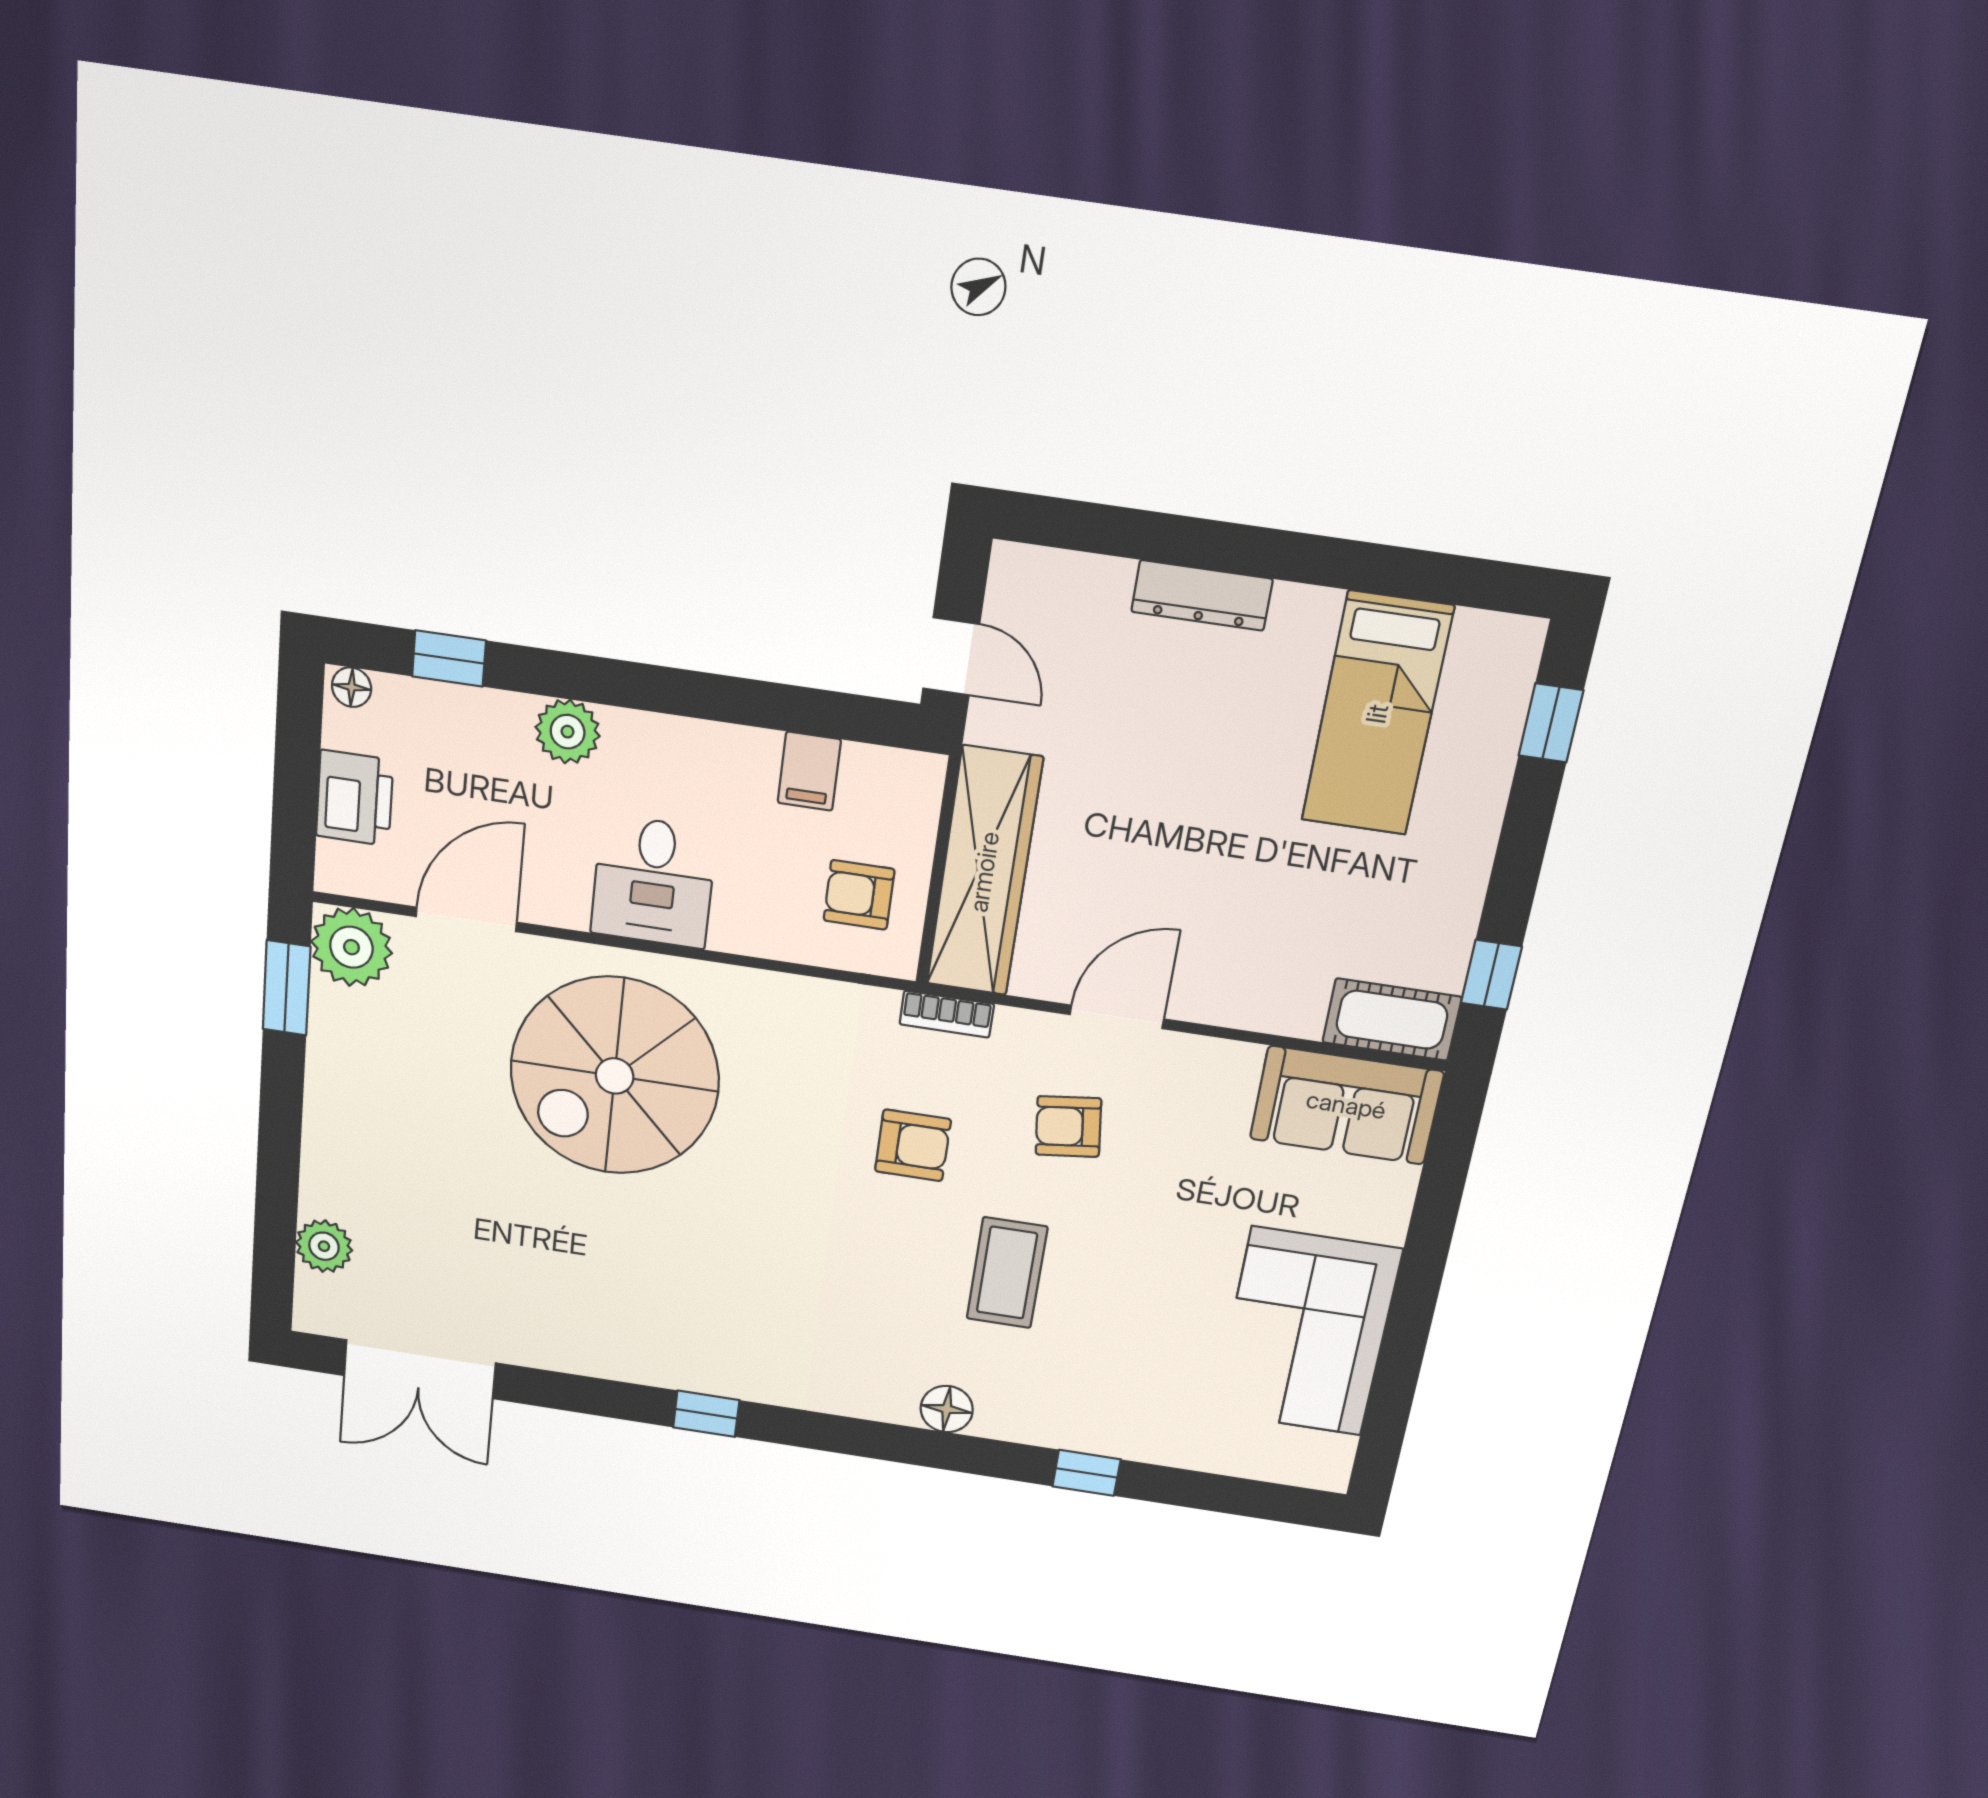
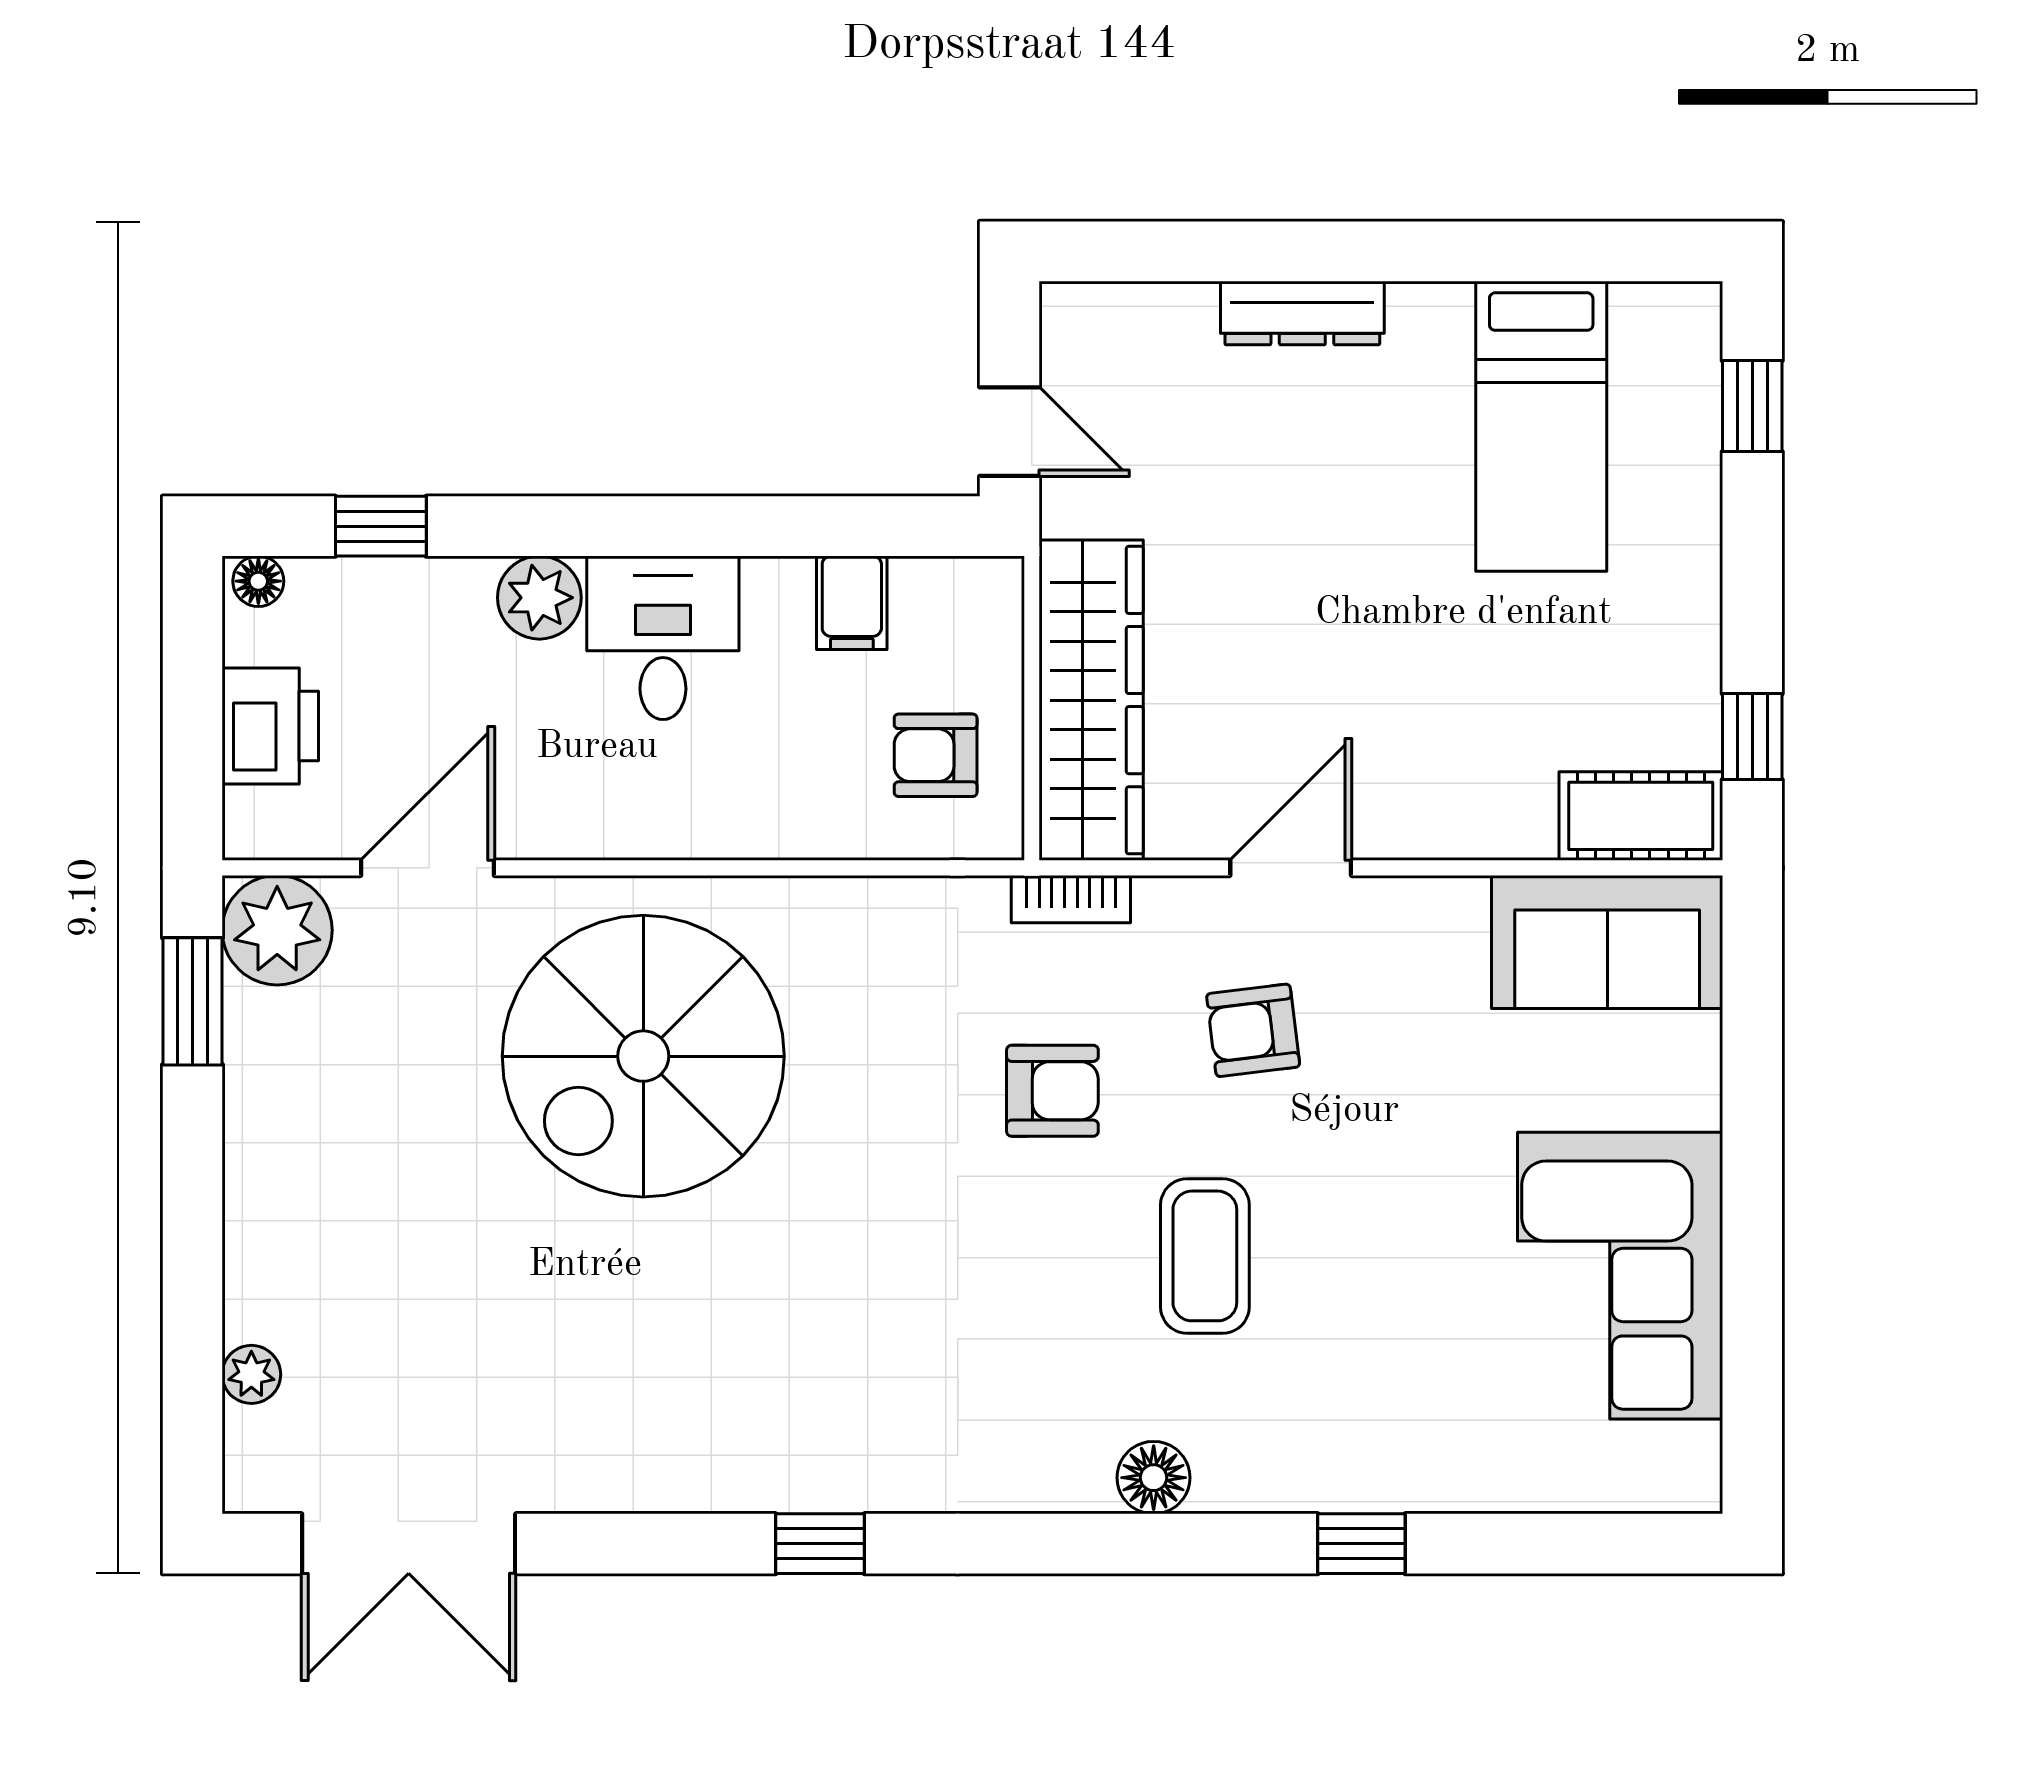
desk: (653, 882) -> (663, 638), moved, turned 180
plant: (324, 1246) -> (251, 1374), width x0.73, depth x0.73

